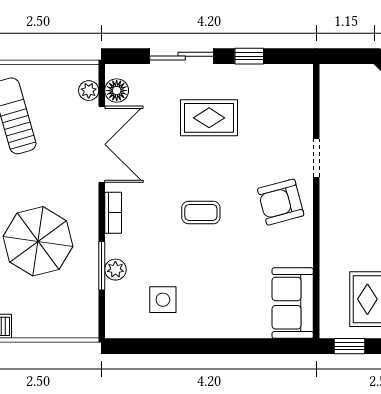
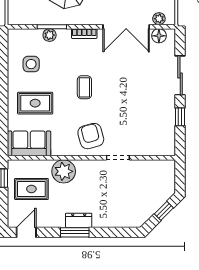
rug: (209, 118) -> (35, 103), moved, turned 90
plant: (338, 247) -> (64, 171), added

